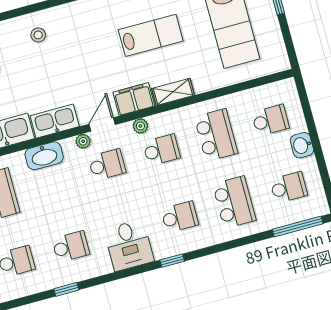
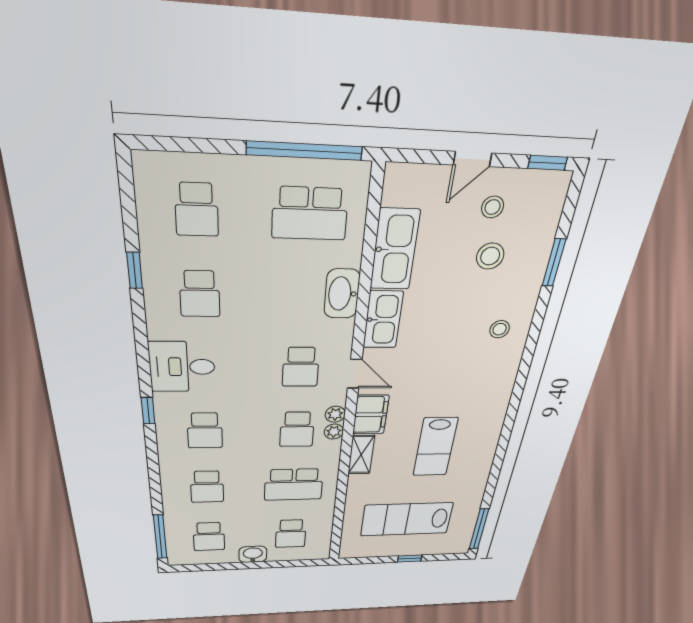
plant: (83, 141) -> (334, 432), moved
school desk: (234, 202) -> (207, 487), width x0.54

